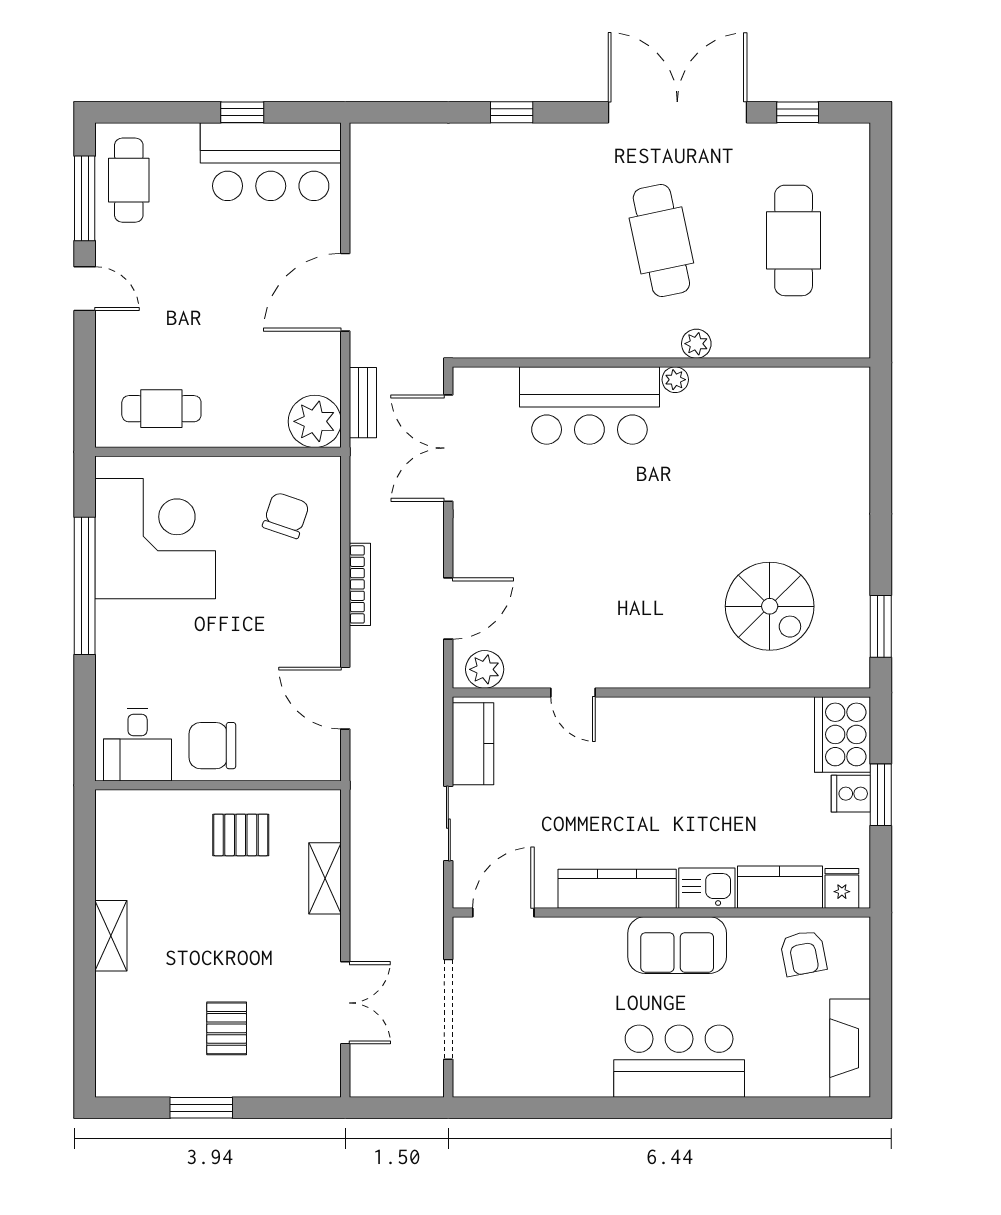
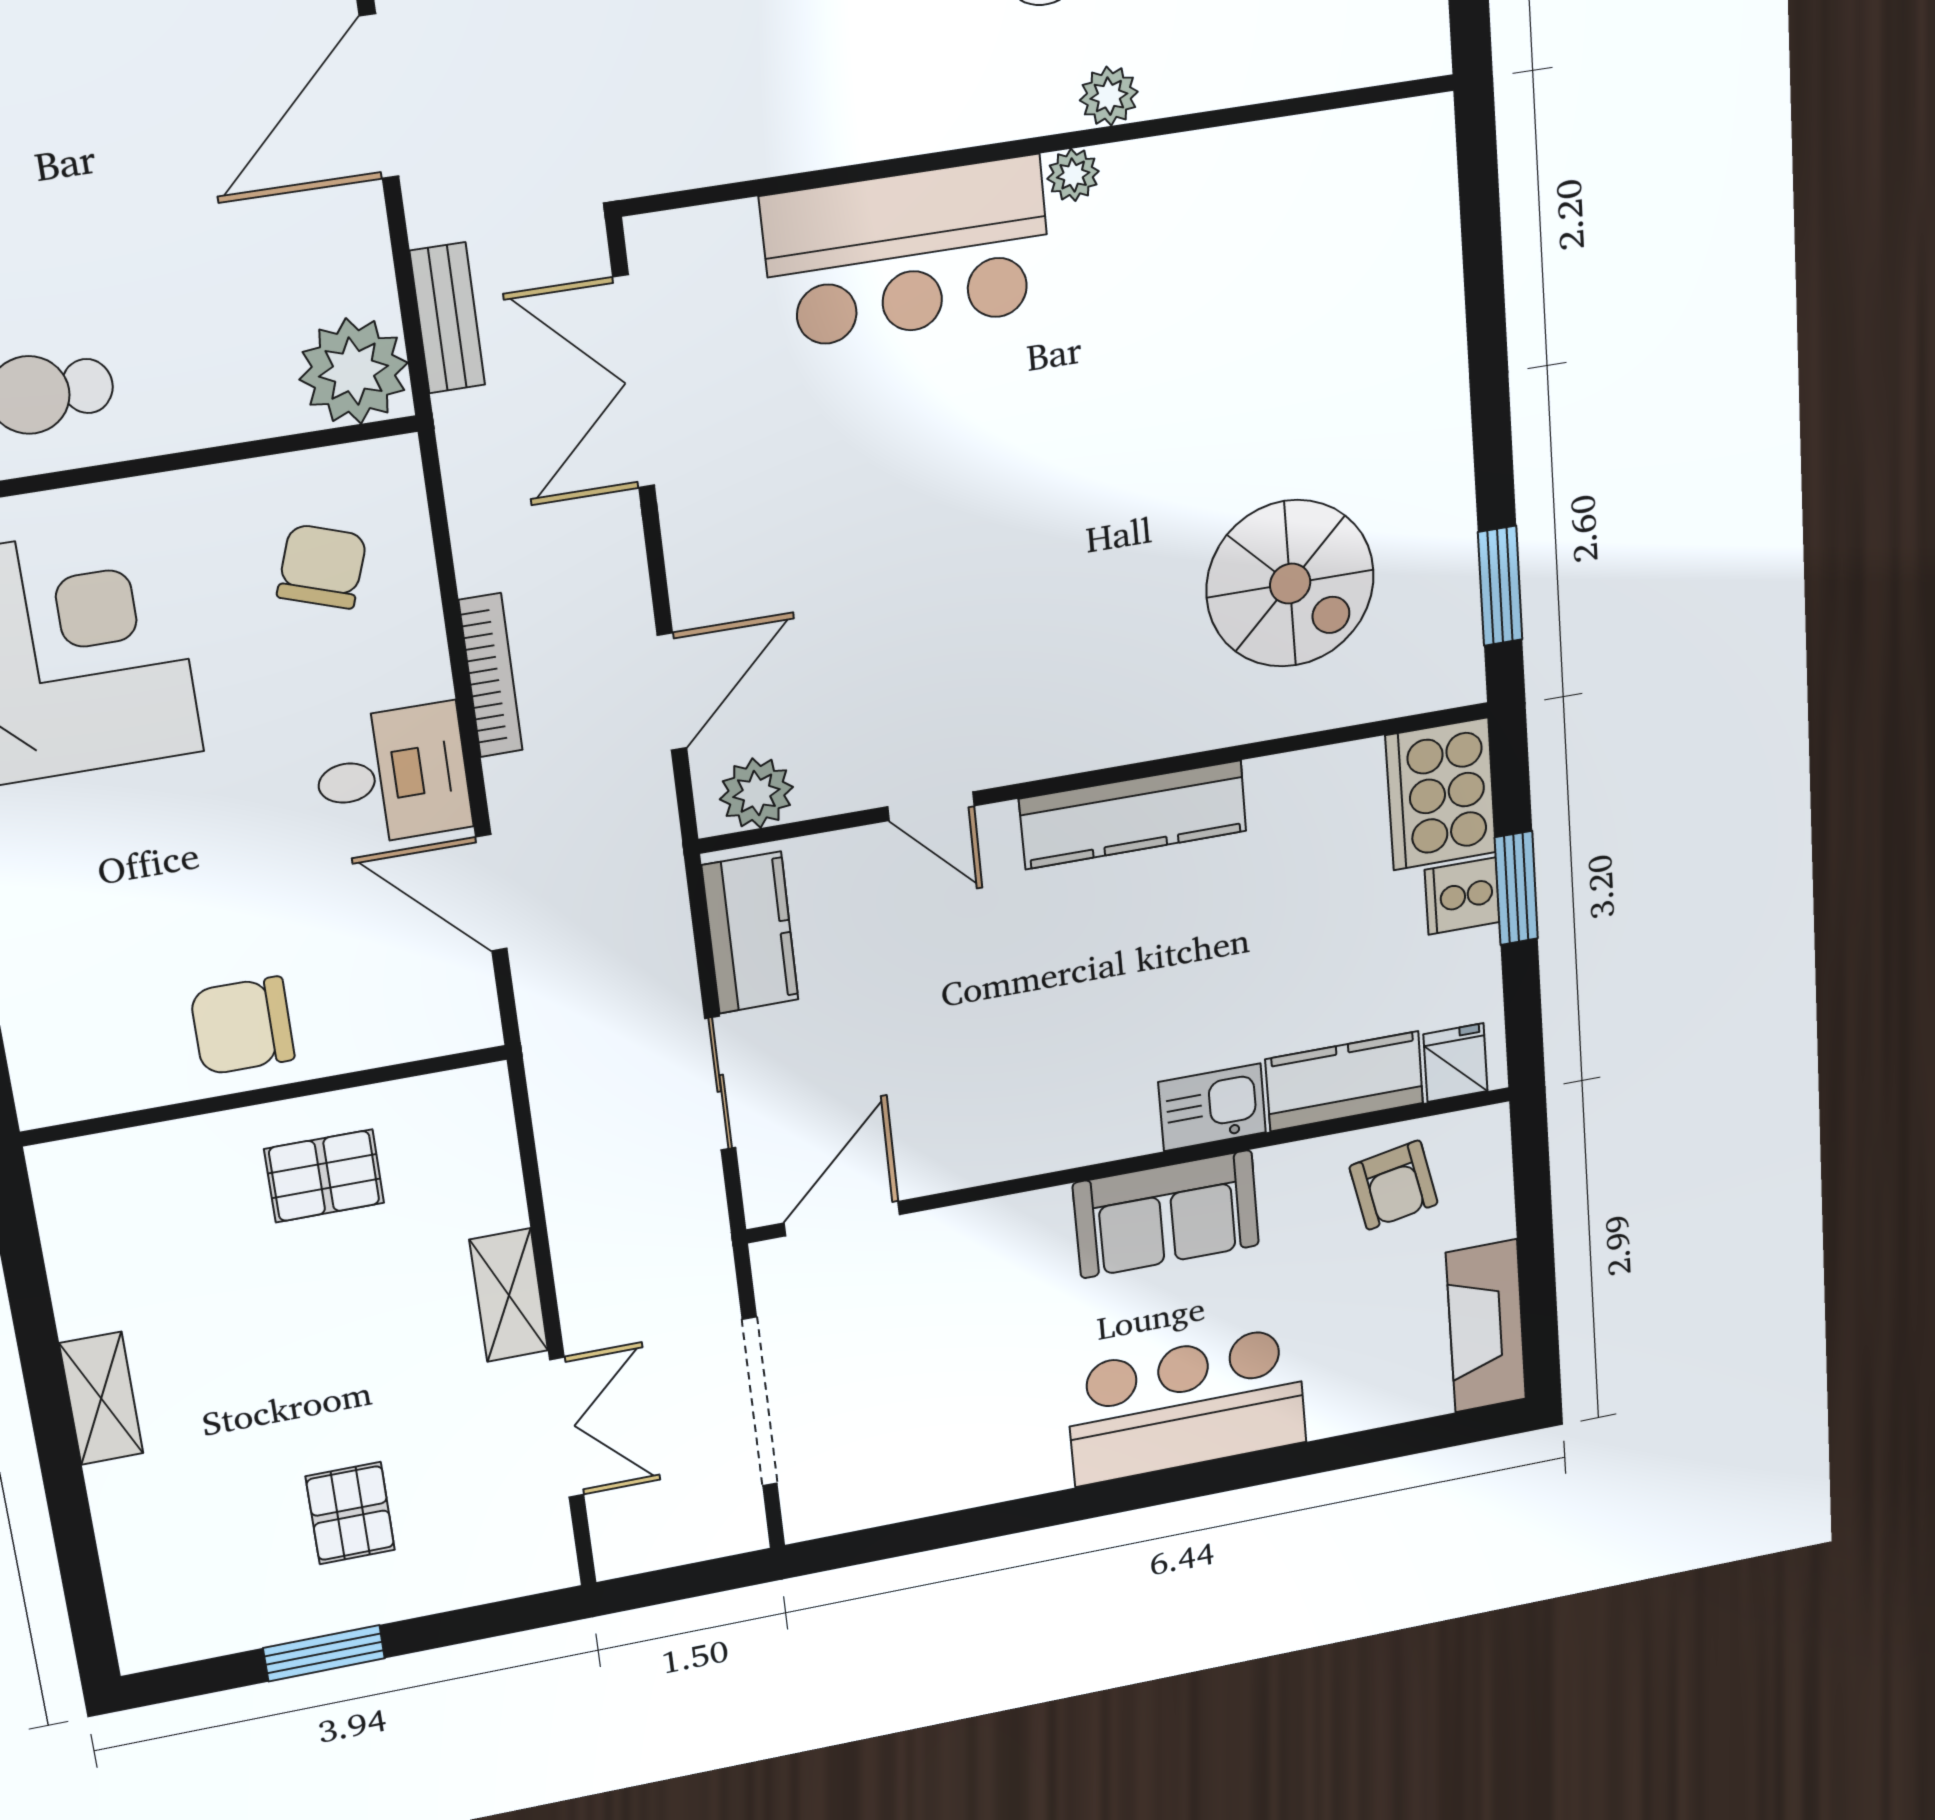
desk: (138, 745) -> (392, 775), moved, turned -90
shelving: (325, 878) -> (509, 1295), moved
kitchen counter: (617, 889) -> (1133, 815), moved, turned 180

